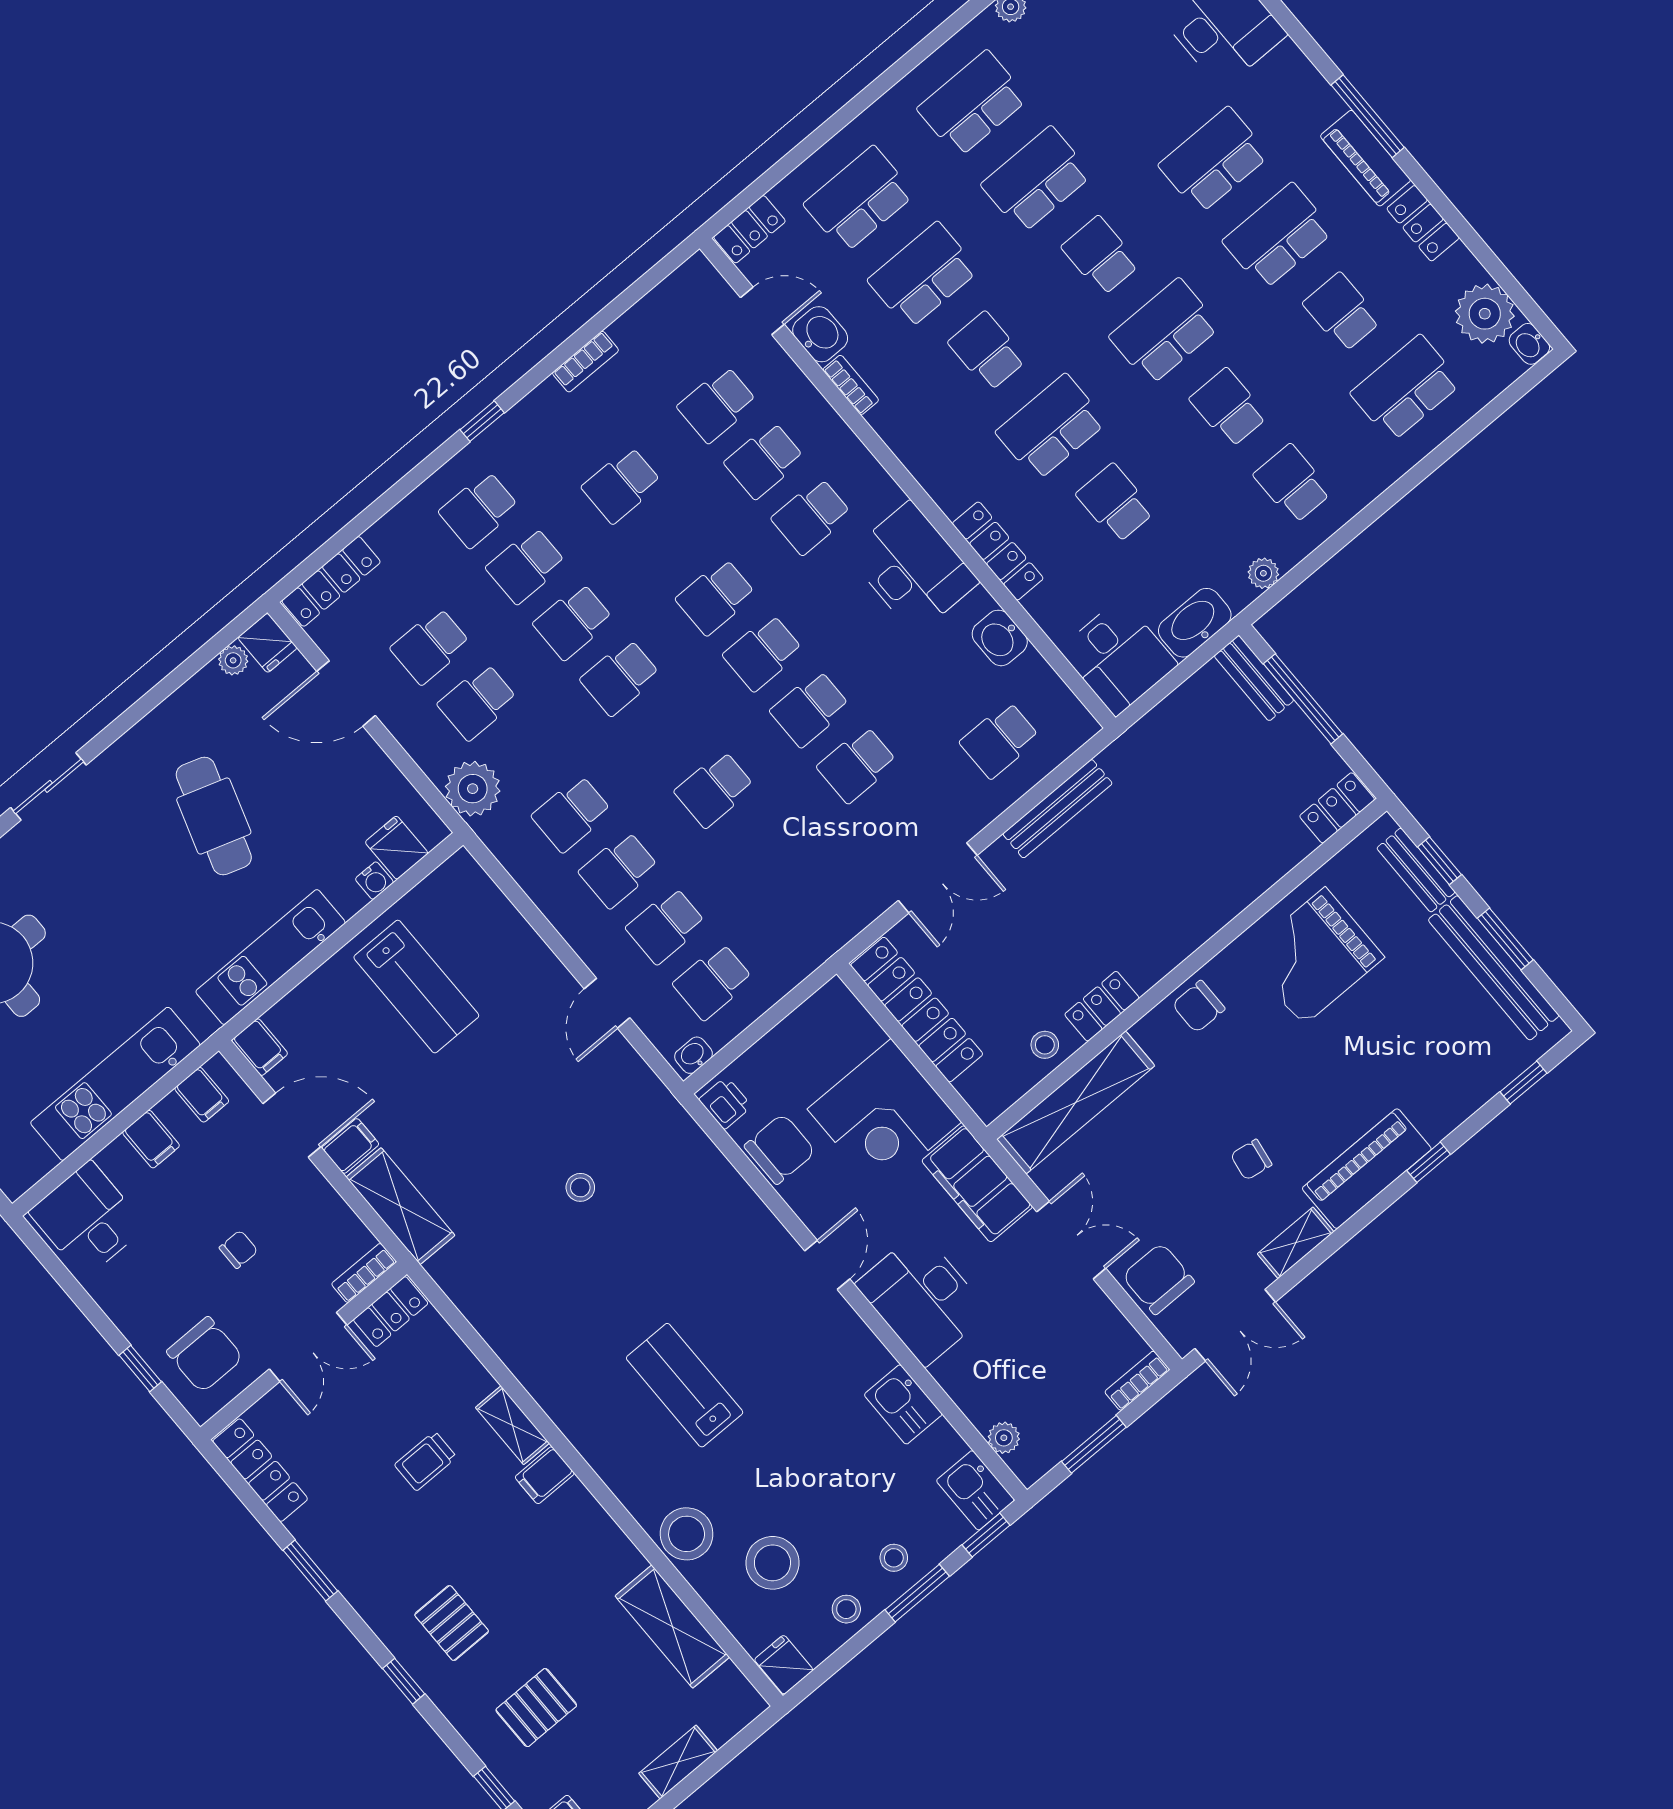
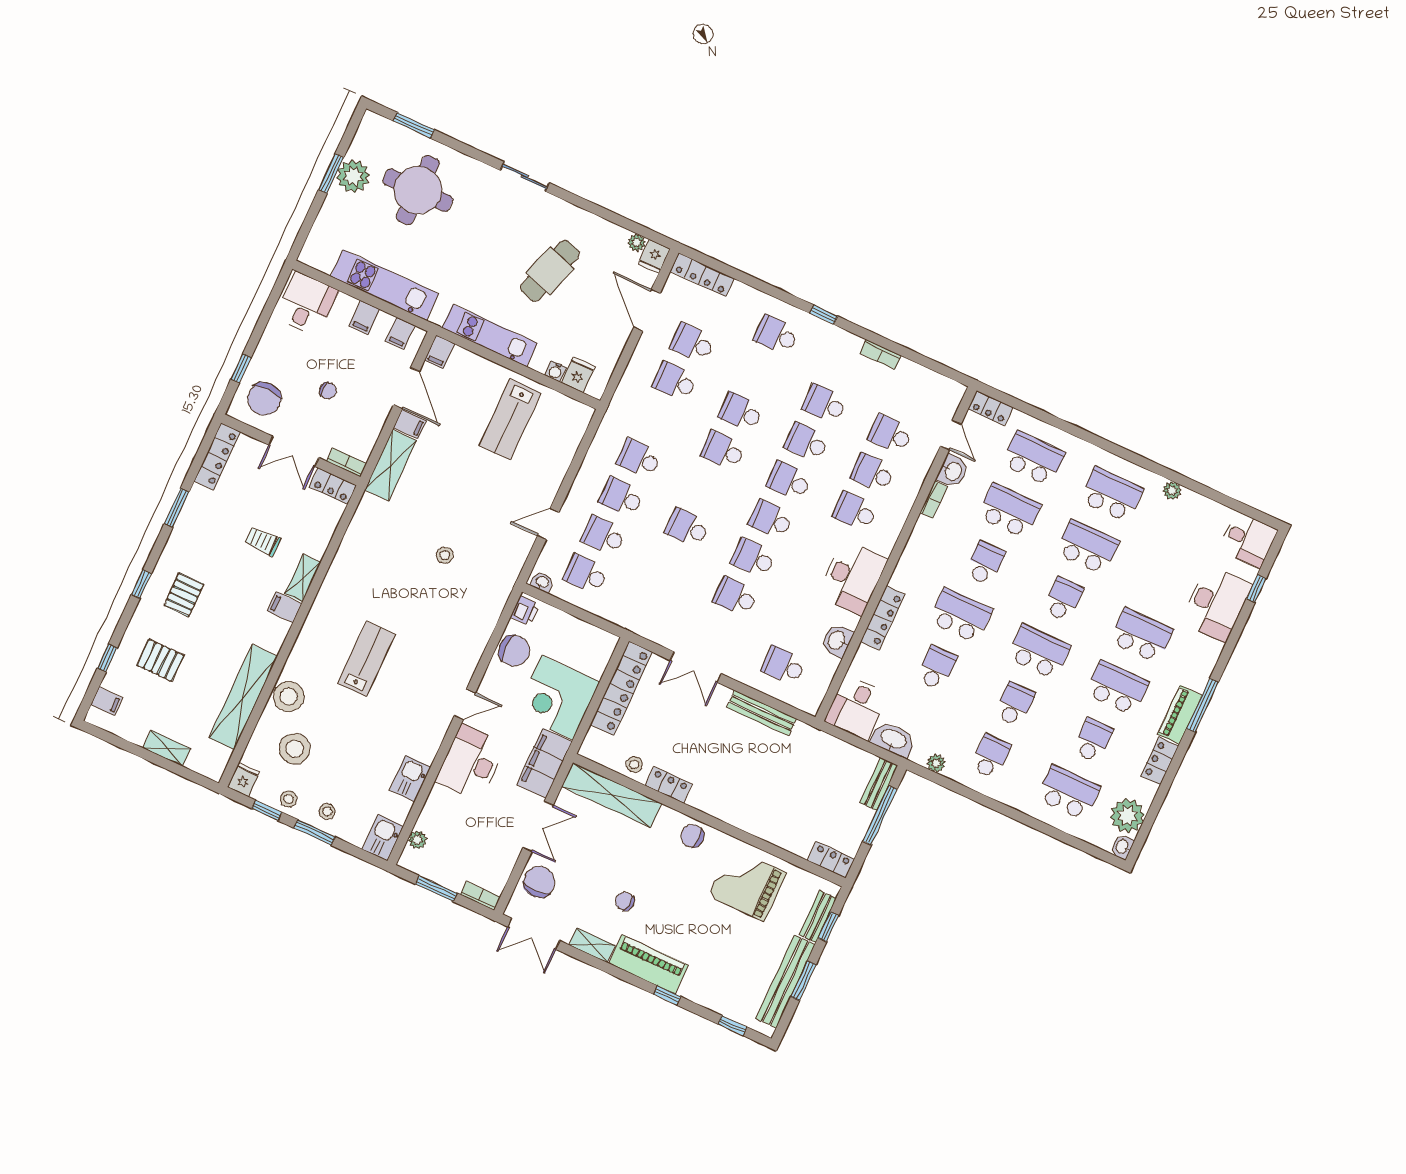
school desk: (526, 566) -> (807, 442), moved
plant: (473, 789) -> (628, 400), removed
window: (986, 1535) -> (267, 810), moved
shelving: (672, 1627) -> (243, 697), width x1.47

